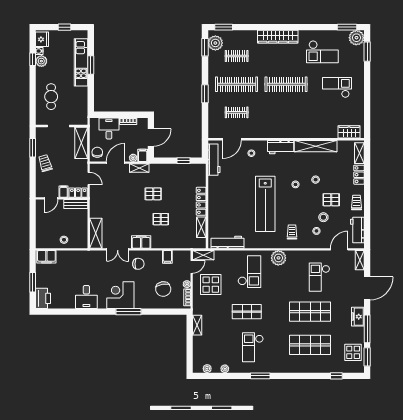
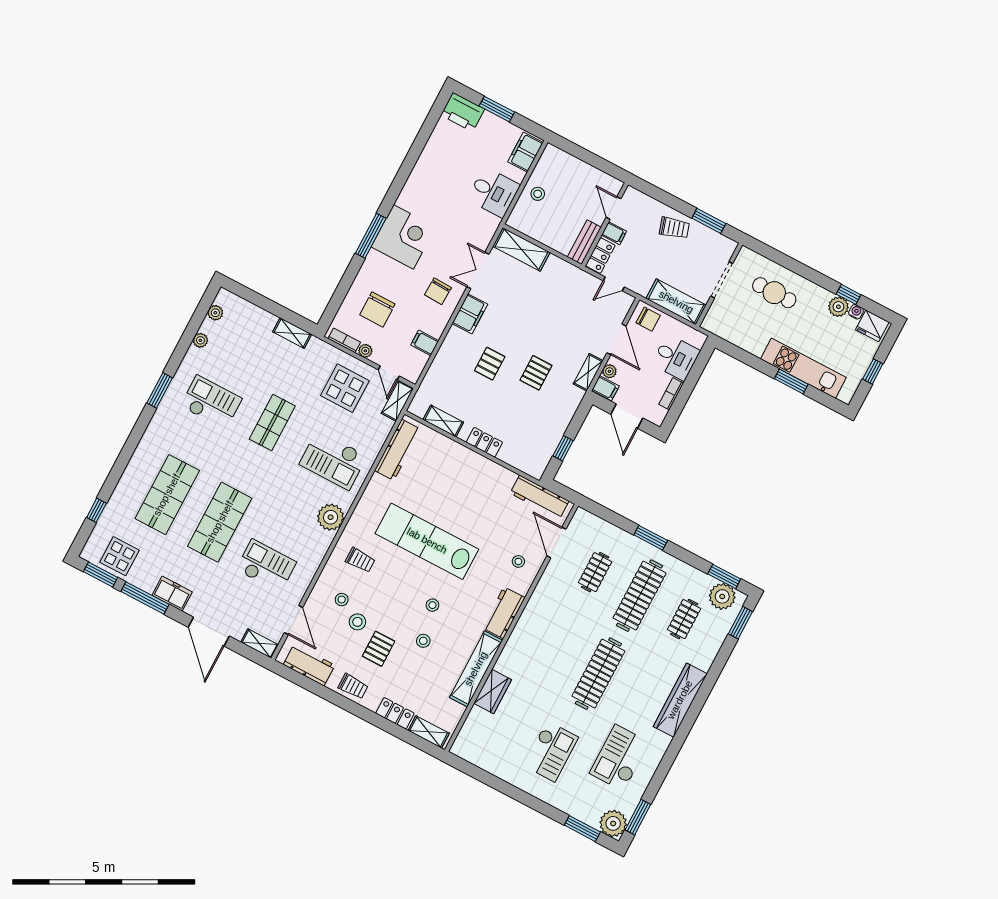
wardrobe: (349, 132) -> (493, 692), moved
locker: (201, 201) -> (484, 442), width x0.66
chair: (163, 289) -> (377, 309), turned -80
desk: (86, 297) -> (494, 192), moved, turned 180

